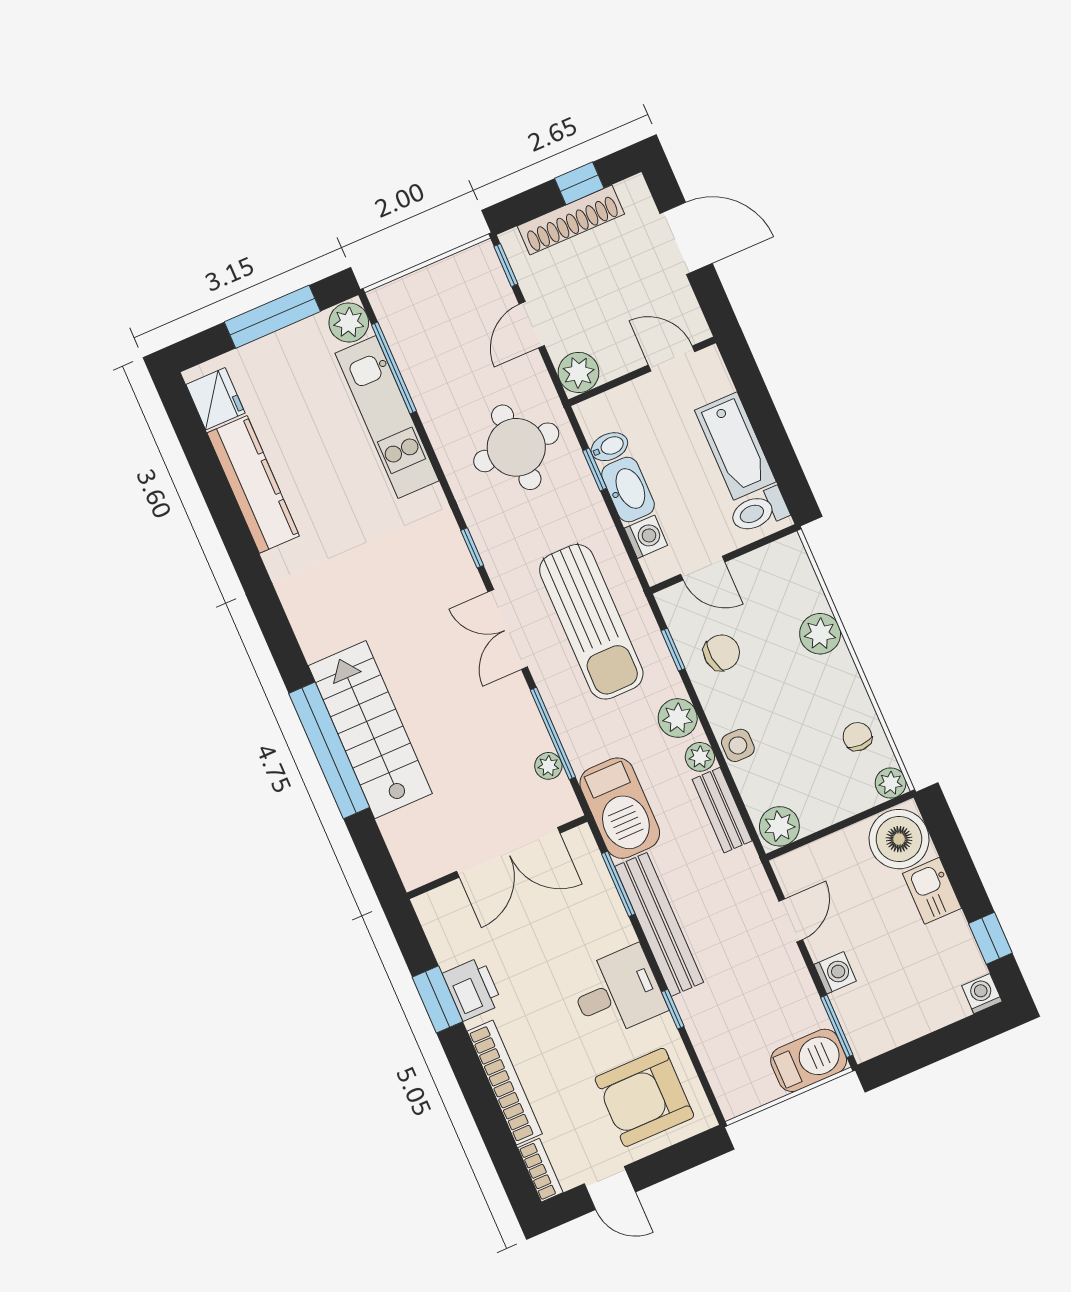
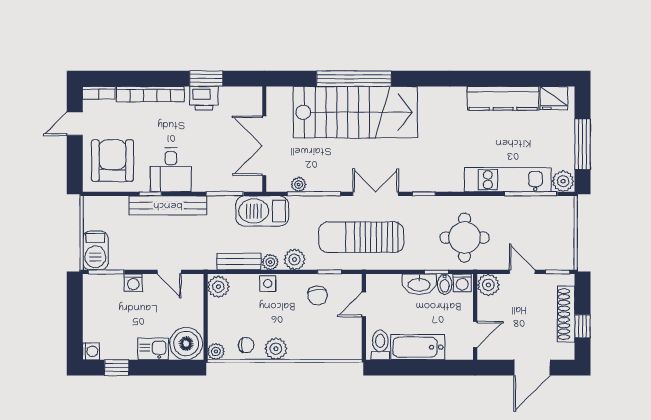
washing machine: (646, 537) -> (462, 283), moved
plant: (820, 634) -> (276, 349), moved
stairs: (370, 730) -> (355, 112), width x1.36, depth x1.51
bench: (659, 924) -> (168, 205), moved

